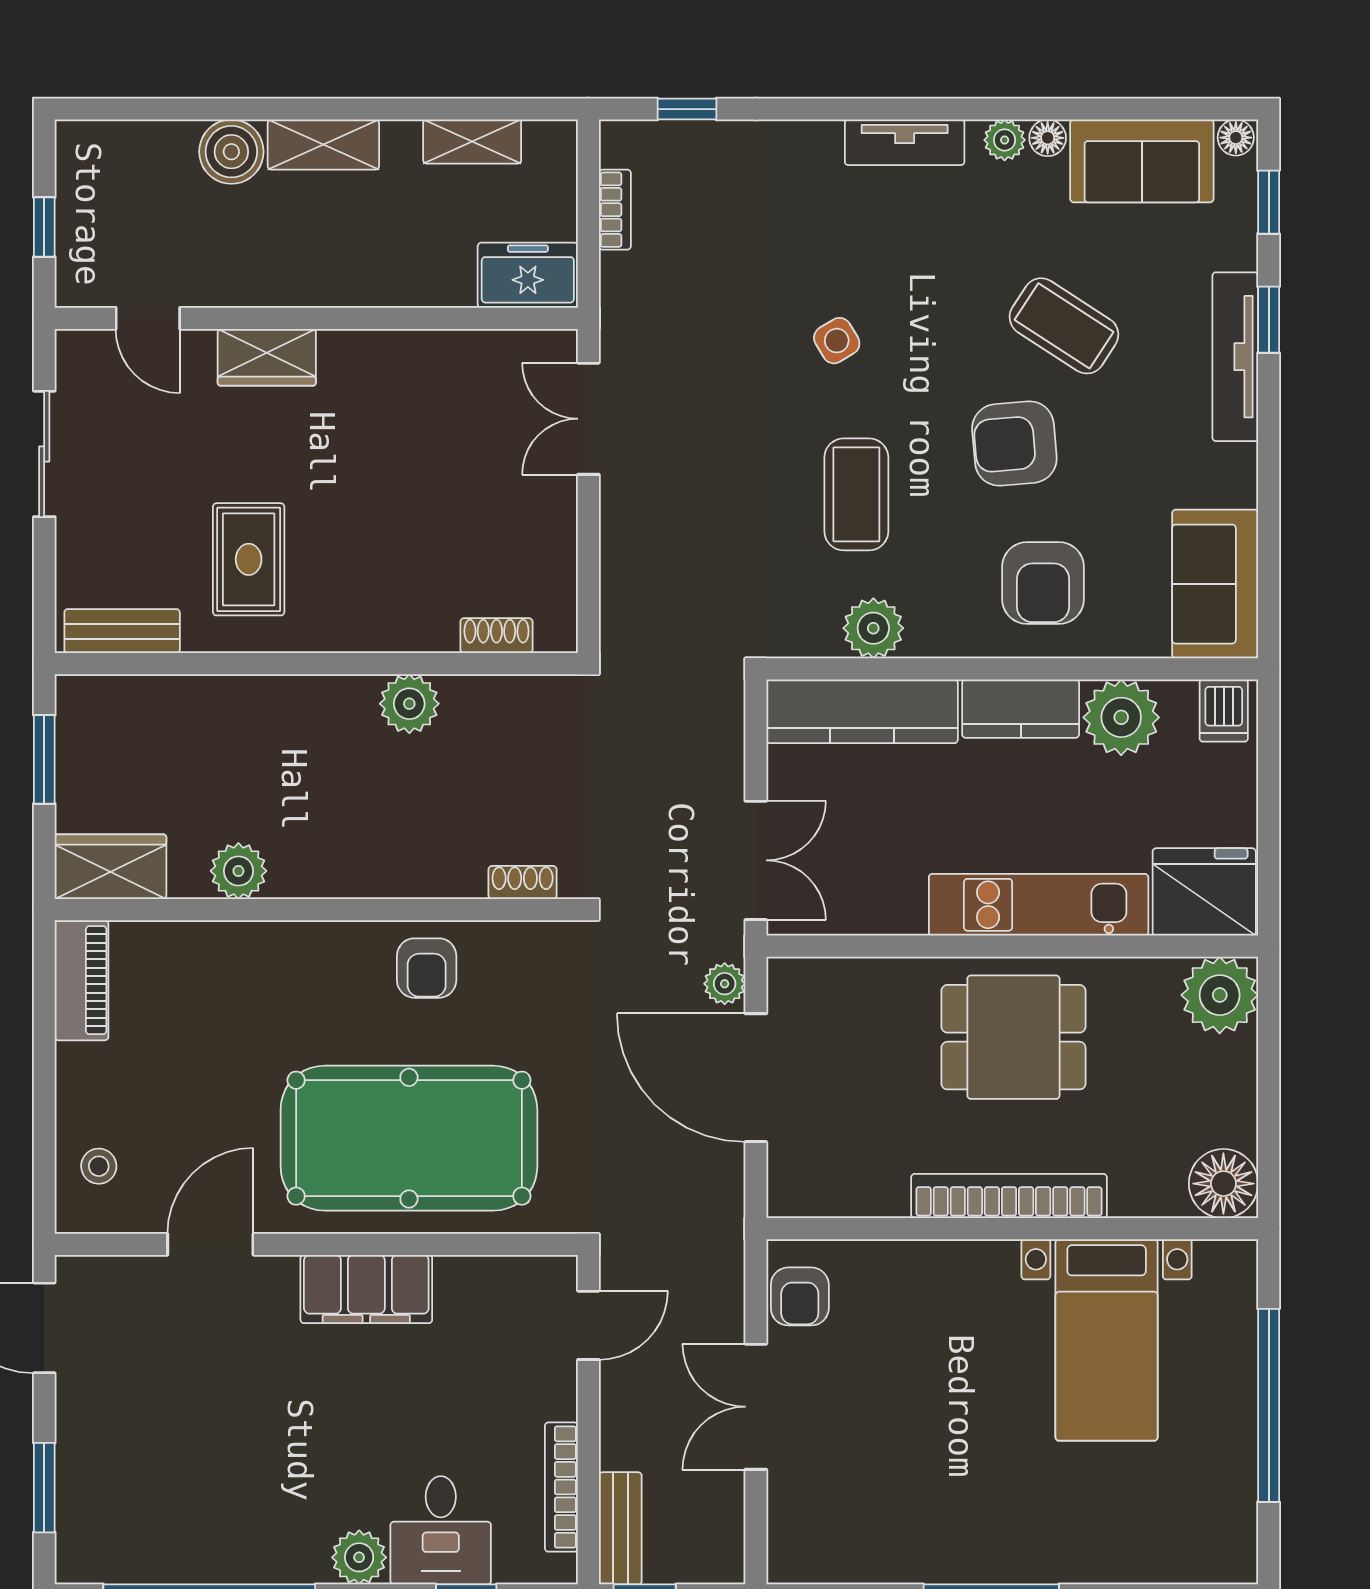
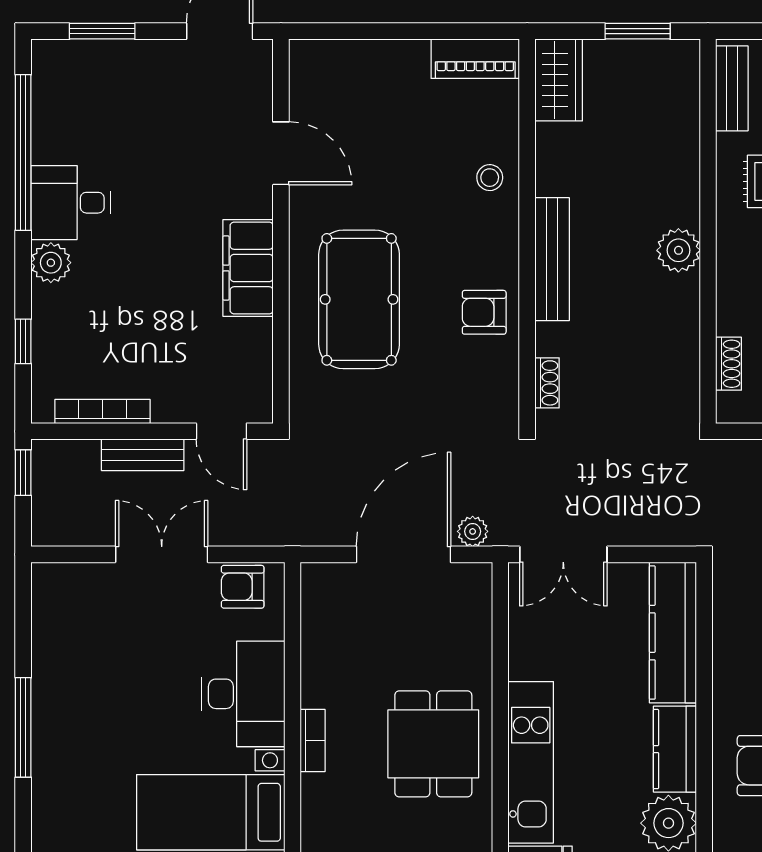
plant: (873, 628) -> (734, 641), removed
plant: (409, 704) -> (678, 250), moved
plant: (238, 871) -> (555, 174), removed
bench: (354, 876) -> (552, 259), added
pool table: (409, 1138) -> (359, 299), width x0.73, depth x0.76
stool: (99, 1166) -> (490, 178), moved
bookcase: (1009, 1196) -> (313, 741), width x0.43, depth x0.76
desk: (945, 1296) -> (243, 694), added
bench: (620, 1528) -> (143, 455), moved
desk: (441, 1530) -> (71, 203), moved

